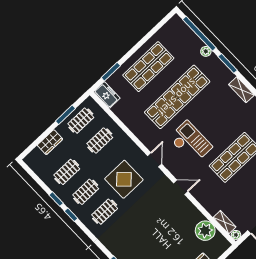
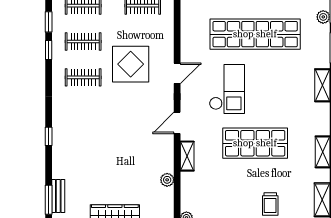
door: (181, 187) -> (177, 123), swing flipped
shelving: (225, 222) -> (187, 156), moved
plant: (205, 231) -> (167, 180), width x0.53, depth x0.53

